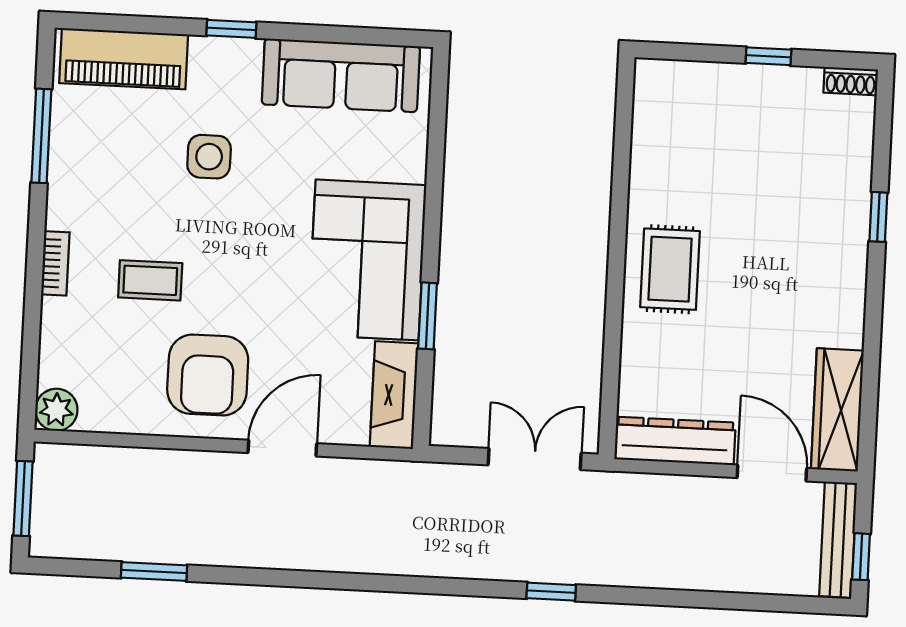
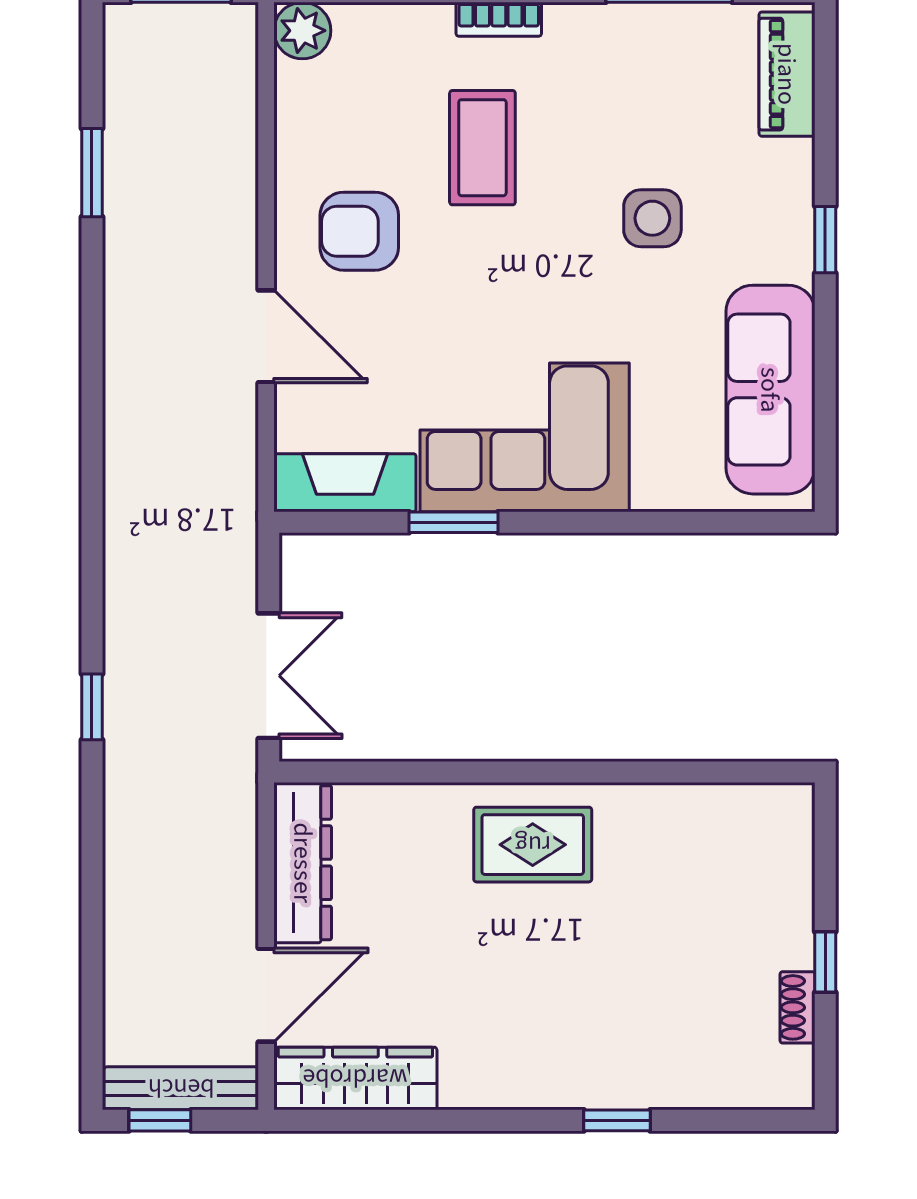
piano: (124, 59) -> (787, 74), width x0.73, depth x0.75
shoe rack: (851, 81) -> (797, 1007), moved
coffee table: (150, 280) -> (482, 148), width x1.36, depth x1.30
armchair: (208, 375) -> (359, 231), width x0.73, depth x0.73

